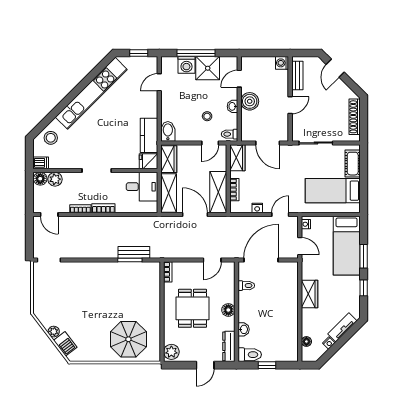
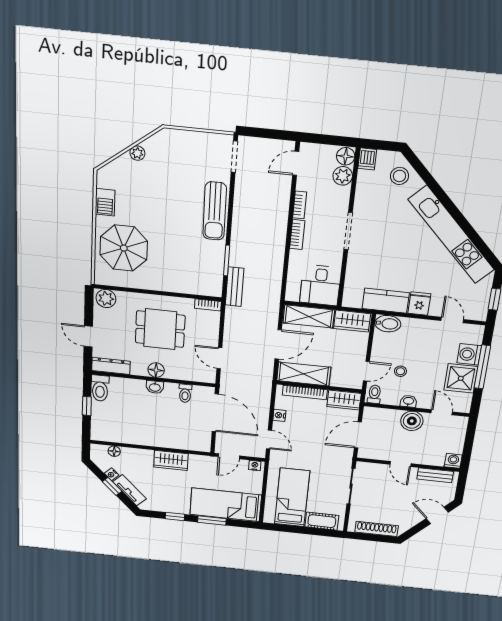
door: (210, 143) -> (366, 371), swing flipped
fridge: (149, 161) -> (419, 304), moved
bookcase: (234, 190) -> (305, 392), width x1.56
bench: (134, 252) -> (235, 287), moved
sun lounger: (92, 272) -> (215, 211), added
washbasin: (244, 329) -> (155, 387), moved
window: (341, 342) -> (112, 486), added
barbecue: (65, 344) -> (105, 202), moved, turned -53

